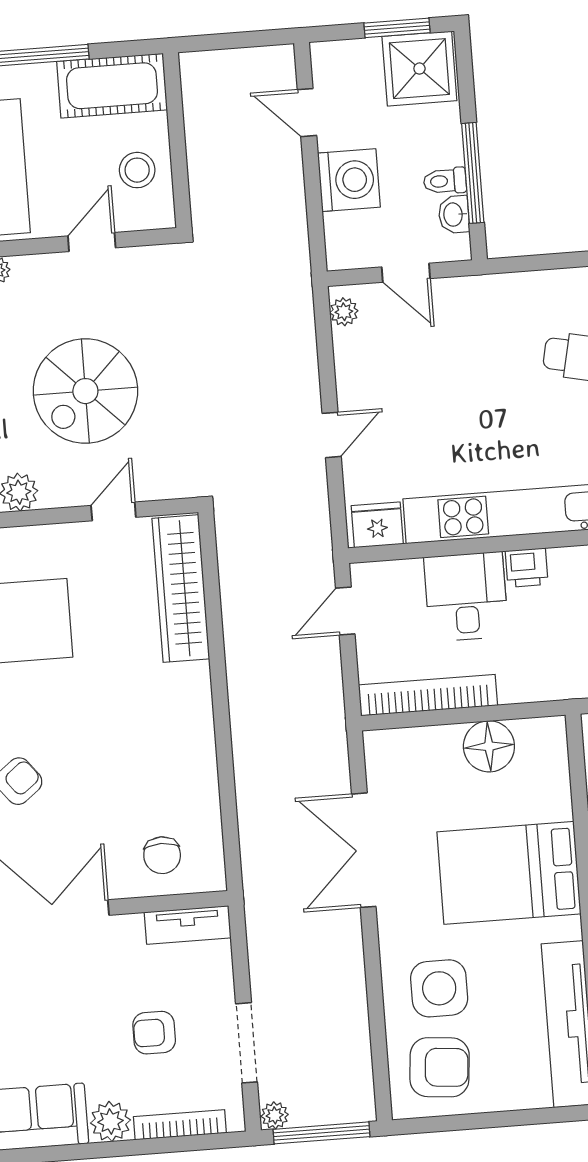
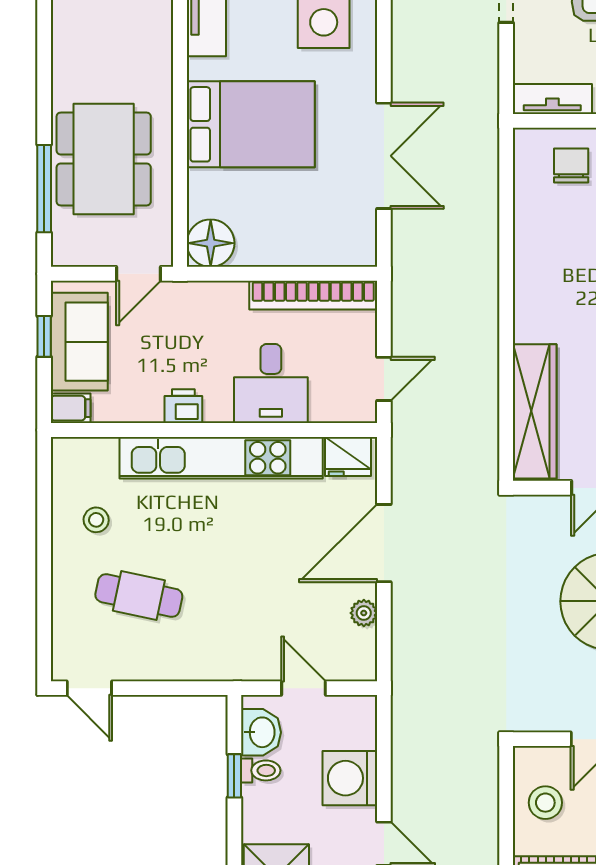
window: (473, 173) -> (234, 776), width x0.46
washbasin: (454, 215) -> (261, 732), width x1.38, depth x1.45
plant: (344, 312) -> (364, 613), moved
door: (332, 435) -> (384, 543), width x1.88
printer: (527, 568) -> (183, 406), moved
floor lamp: (489, 746) -> (211, 243), moved

